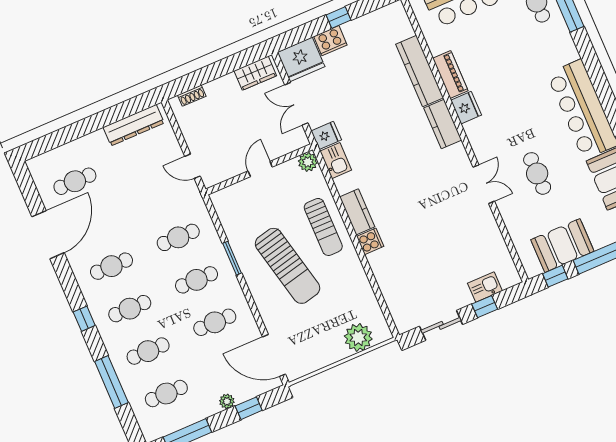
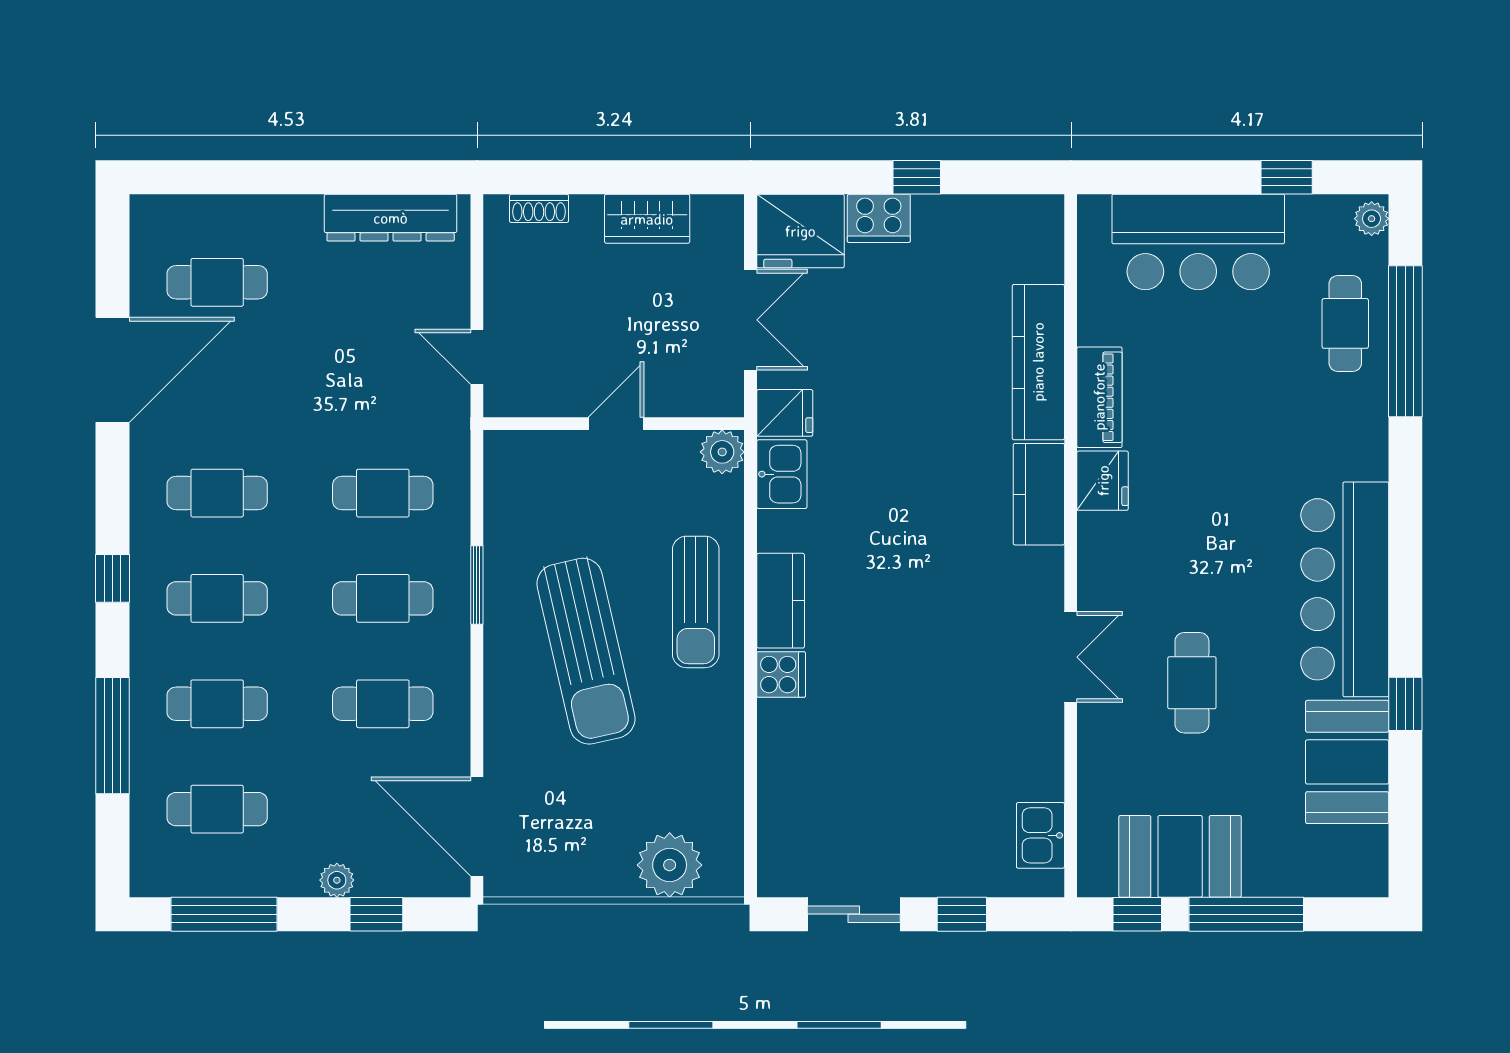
wardrobe: (255, 73) -> (647, 219), moved
double door: (296, 104) -> (751, 320), swing flipped
kitchen sink: (485, 287) -> (1040, 835), moved, turned -90

